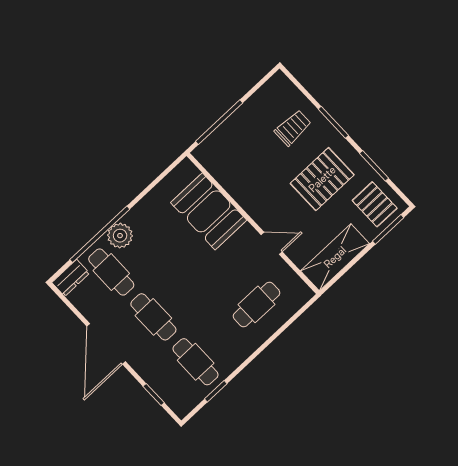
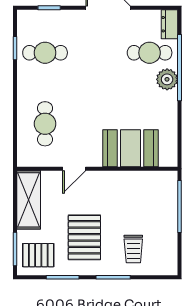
cafe table: (153, 317) -> (97, 53), removed

